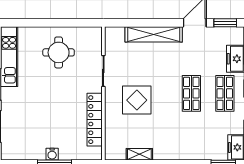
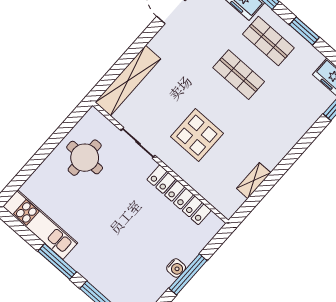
shelving: (154, 34) -> (128, 81), moved
round table: (59, 52) -> (85, 158), moved

